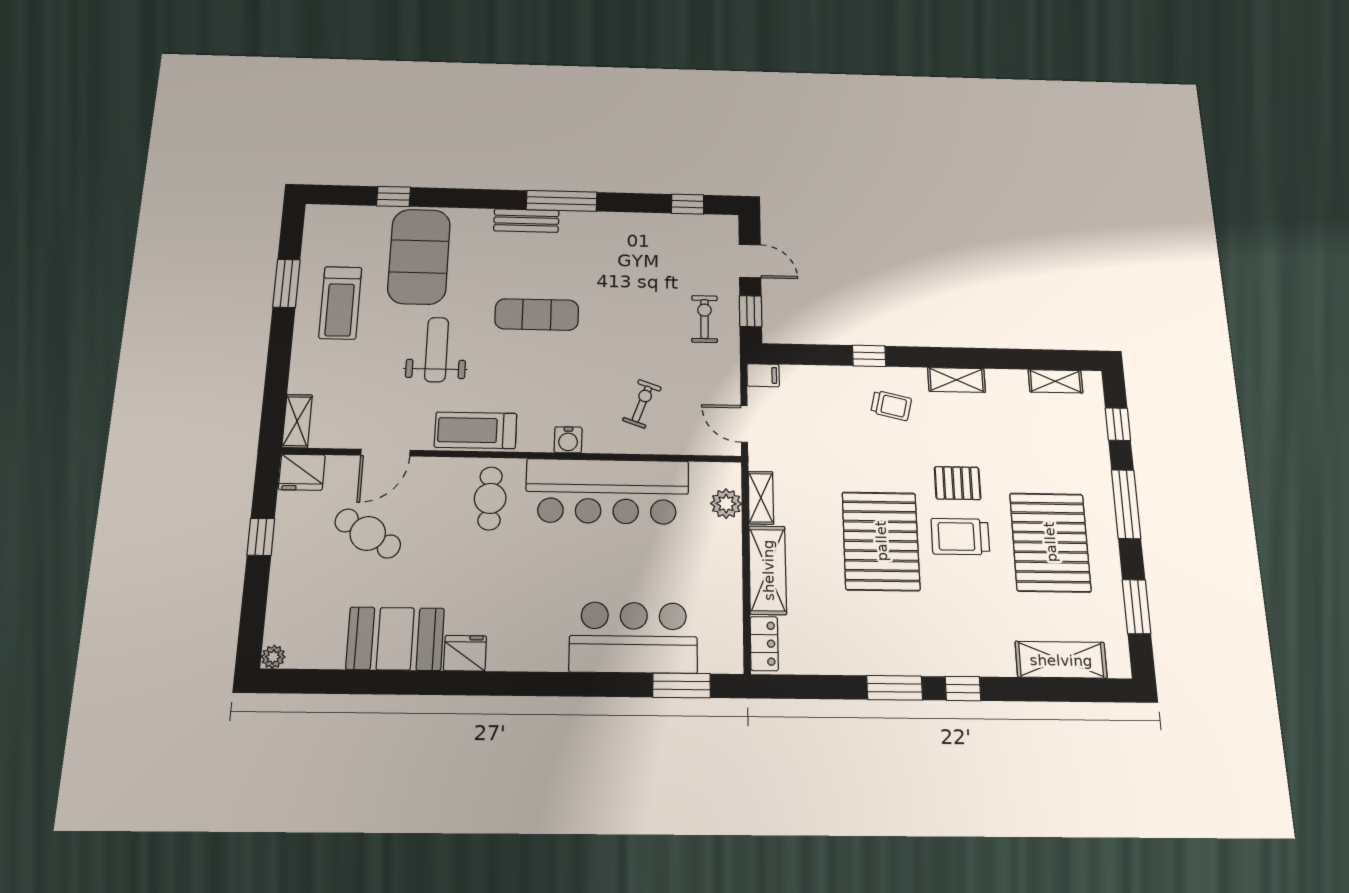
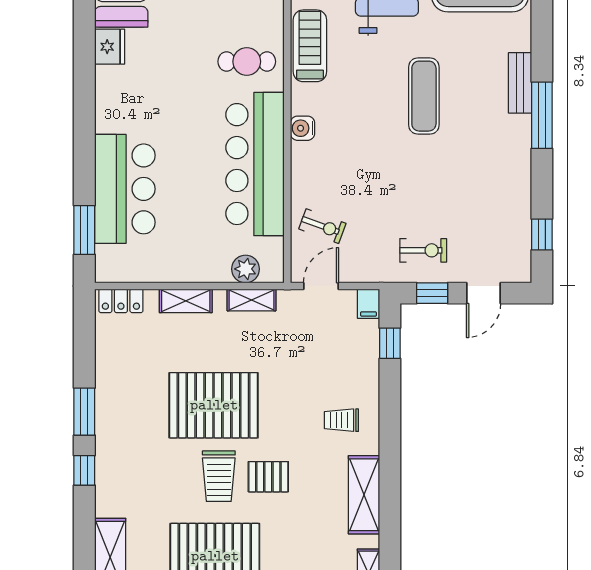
window: (869, 356) -> (390, 343), moved
shelving: (956, 380) -> (364, 495), width x1.50, depth x1.33
exercise bike: (642, 404) -> (322, 226), moved
trolley: (891, 405) -> (341, 420), turned 77
pallet: (958, 483) -> (268, 477), turned 90
trolley: (960, 537) -> (219, 476), turned 180
shelving: (768, 570) -> (186, 301), width x0.67, depth x0.75

